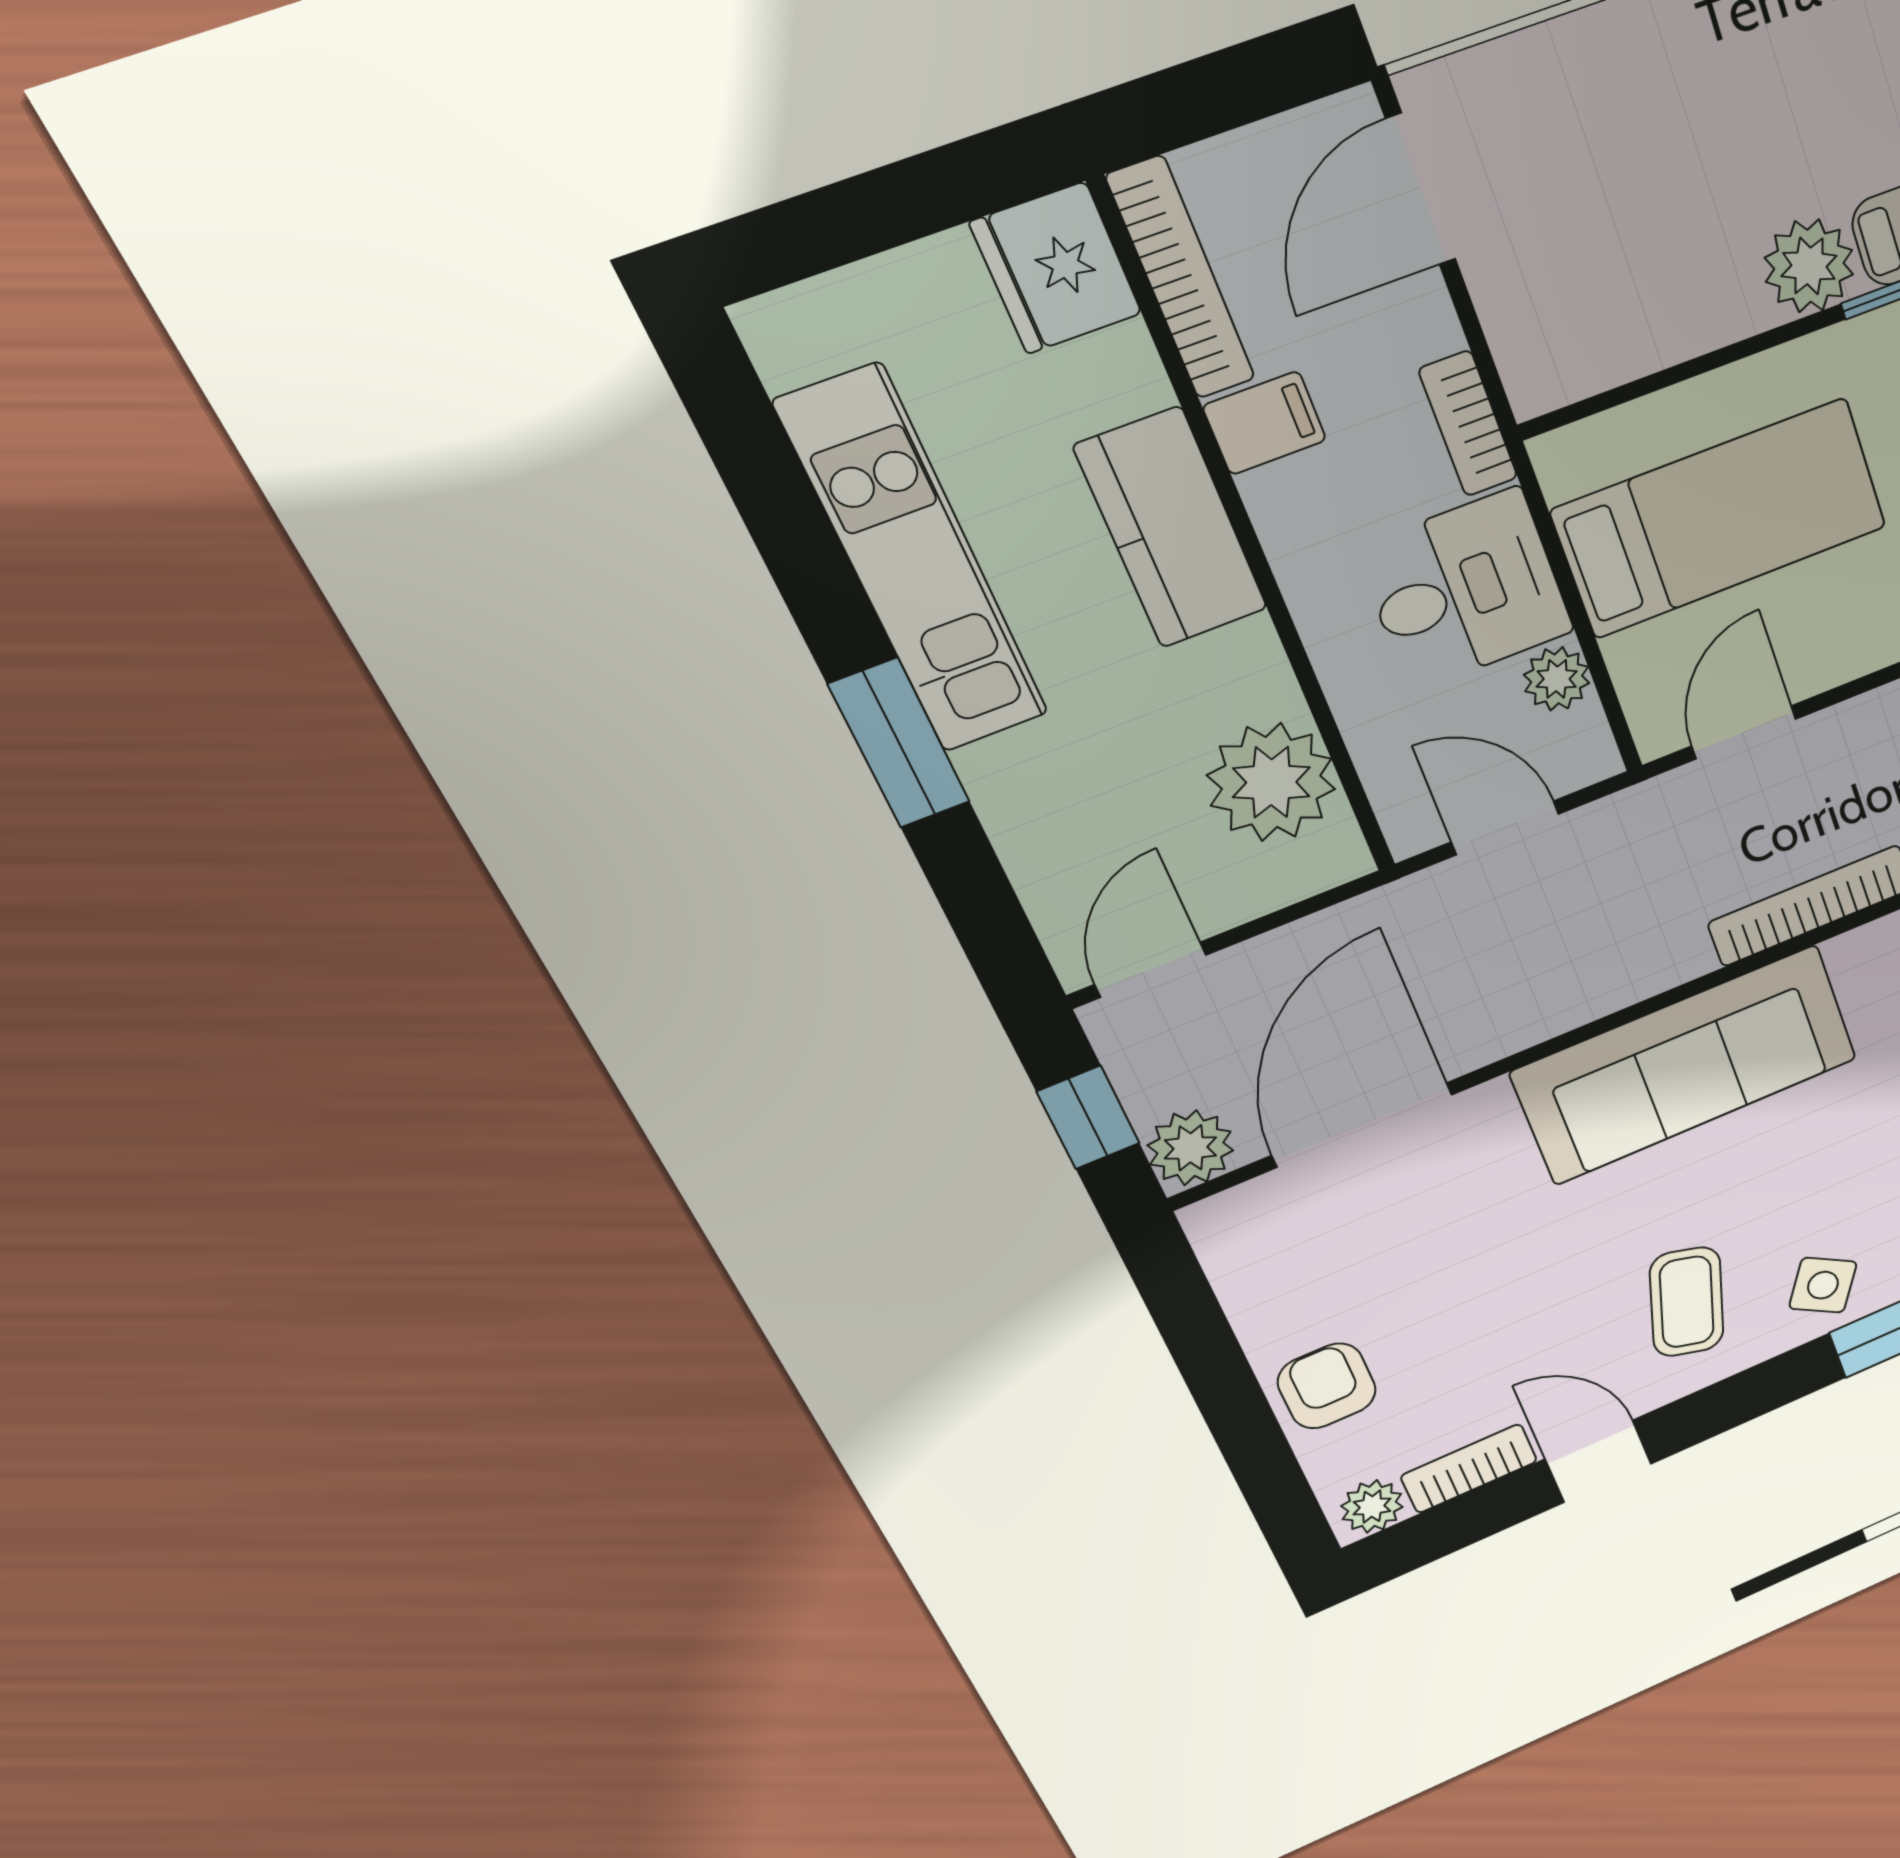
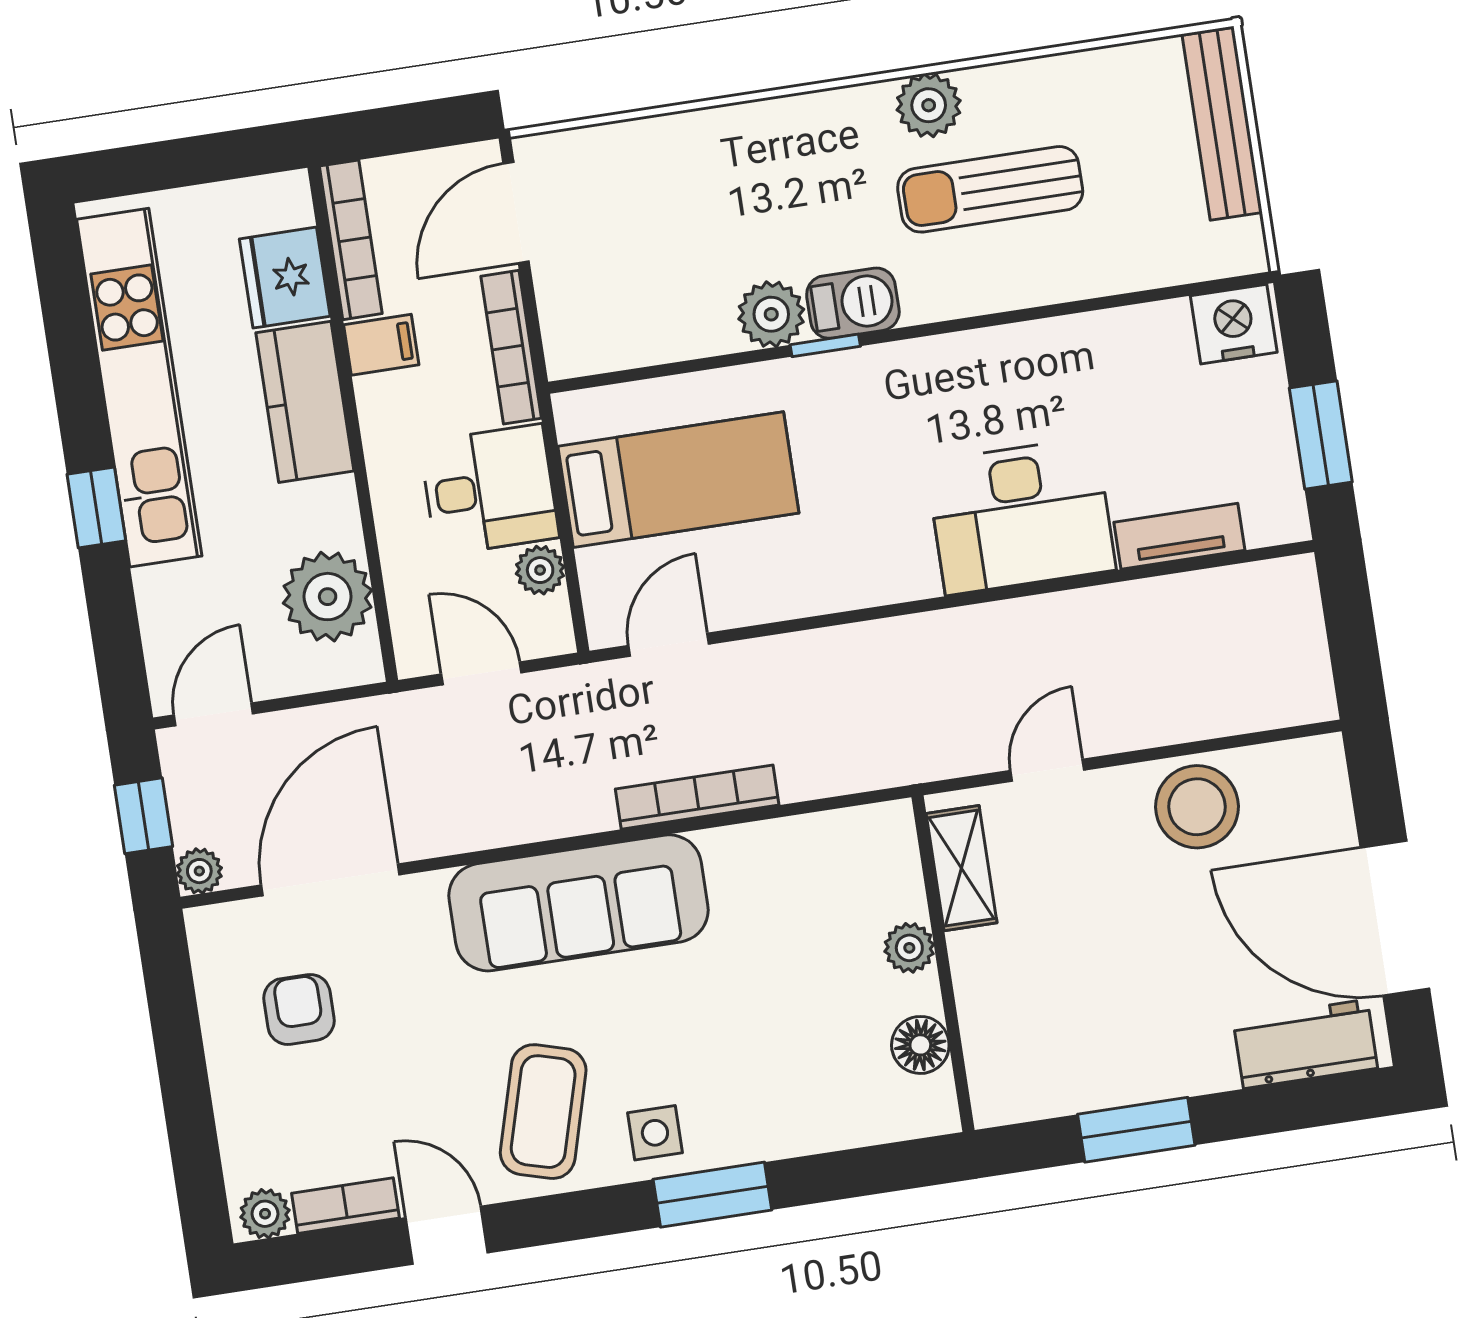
fridge: (1056, 268) -> (285, 278), moved
bookcase: (1468, 424) -> (511, 347), width x1.56
kitchen unit: (914, 562) -> (139, 388), width x1.36
window: (899, 743) -> (96, 508), width x0.67
plant: (1190, 1148) -> (199, 871), width x0.73, depth x0.73
side table: (1823, 1285) -> (655, 1133), turned -32
coffee table: (1687, 1302) -> (543, 1112), width x1.36, depth x1.30
armchair: (1327, 1386) -> (299, 1009), moved

